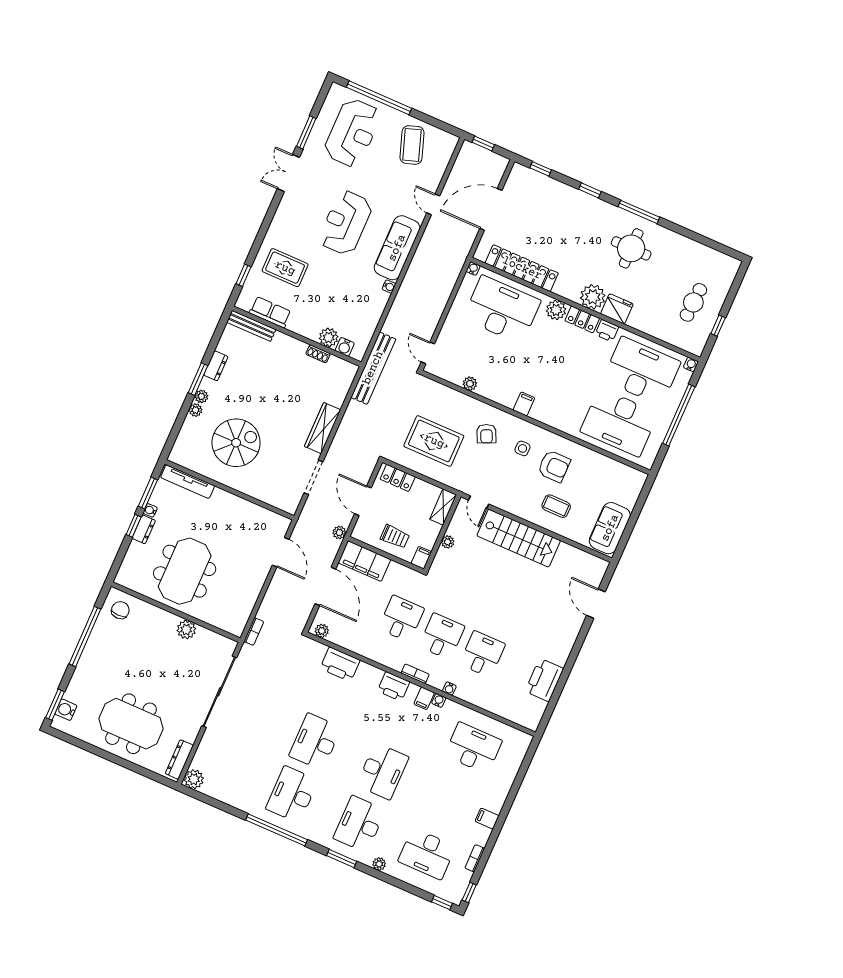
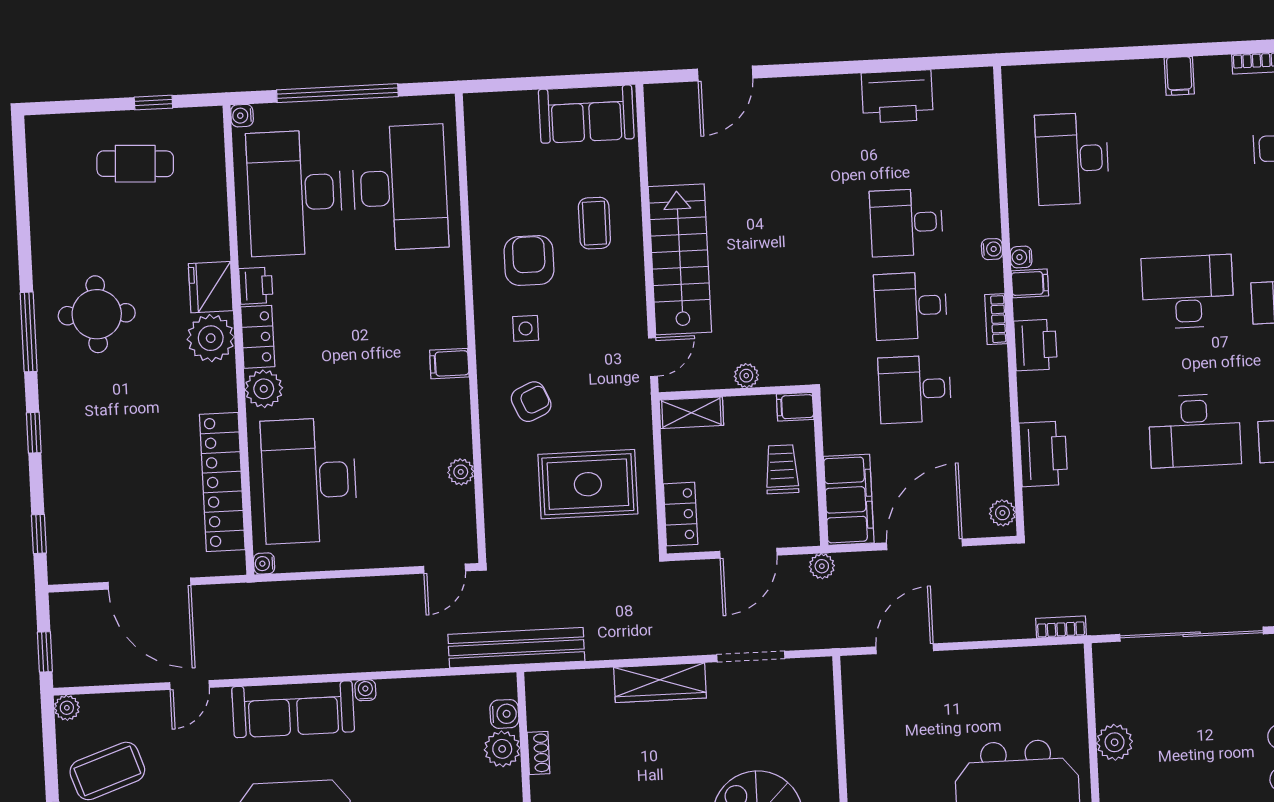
plant: (452, 141) -> (67, 708), added
rug: (434, 441) -> (588, 484), turned 90

